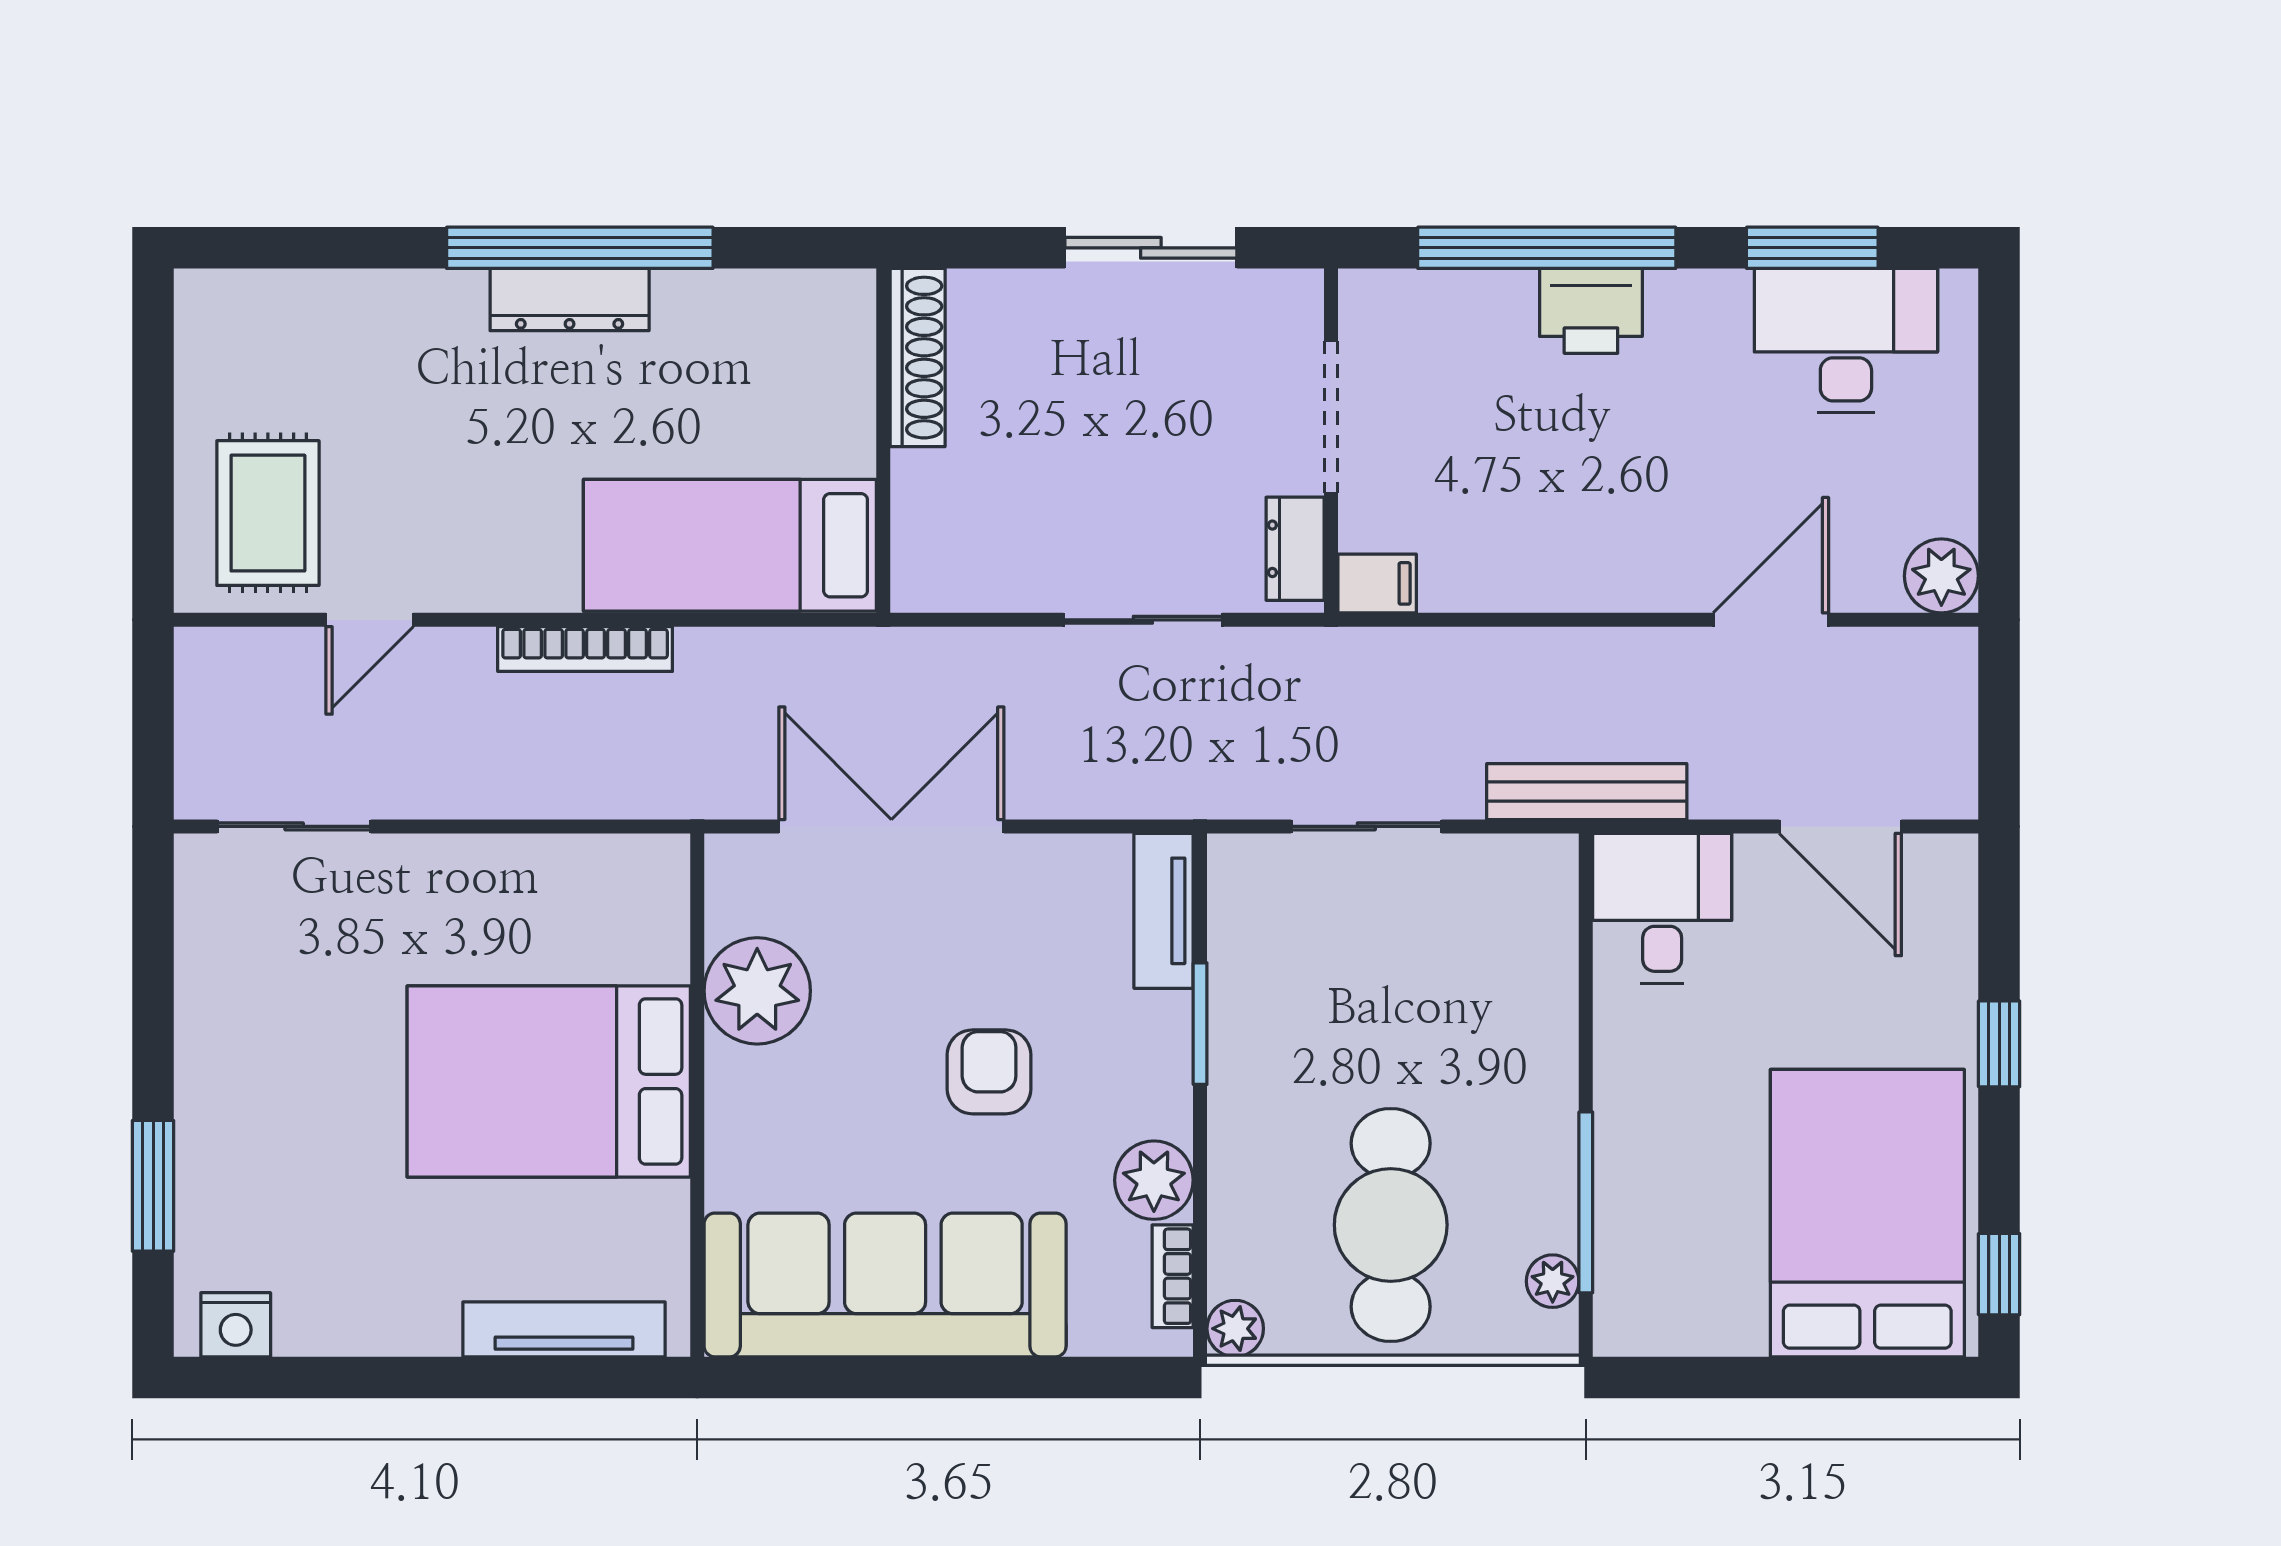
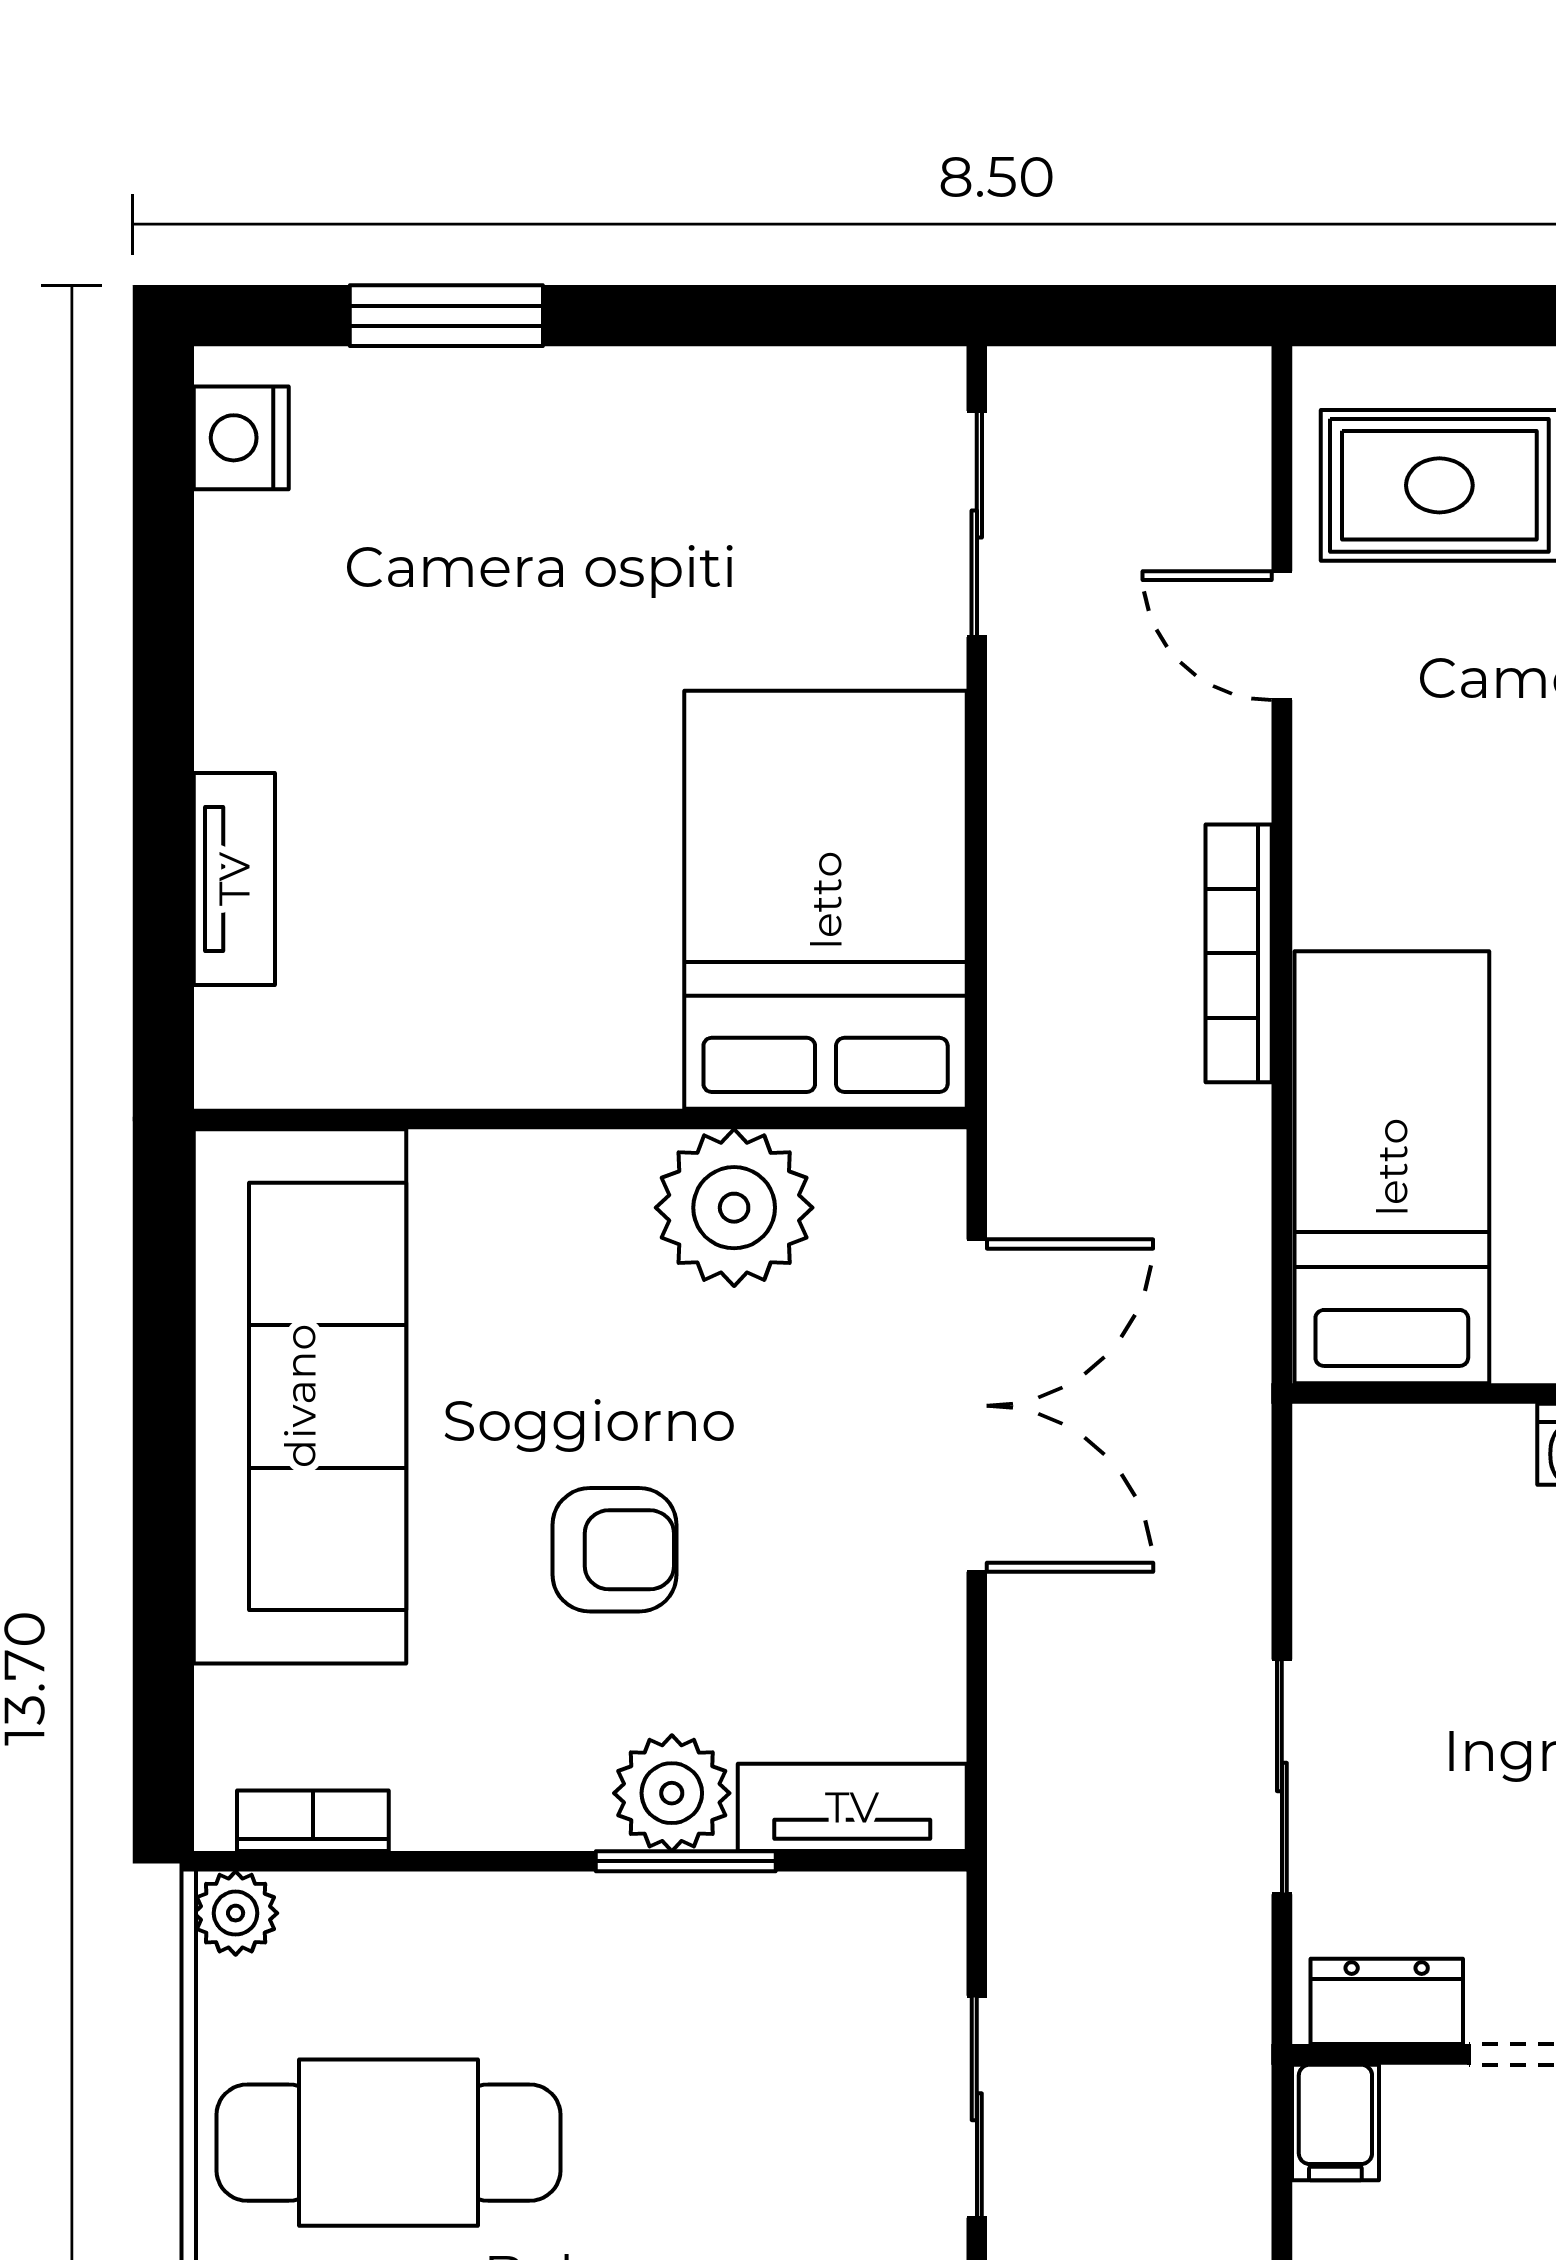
bed: (549, 1081) -> (826, 900), moved
plant: (1154, 1180) -> (672, 1793), moved
tv unit: (564, 1329) -> (234, 879), width x0.71

